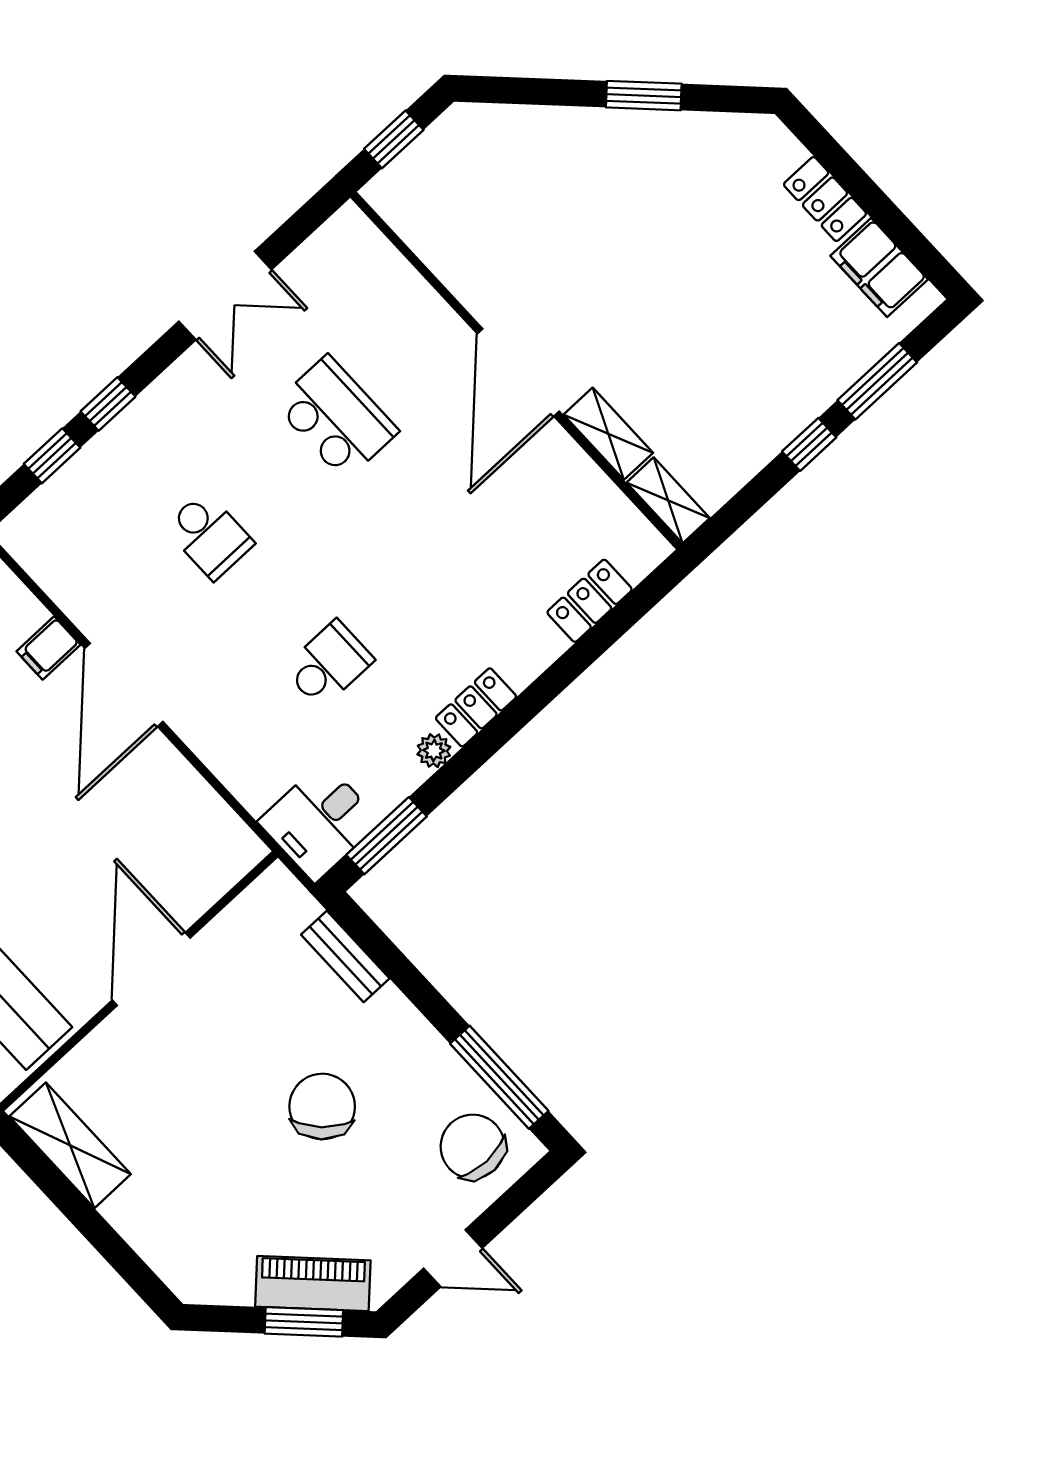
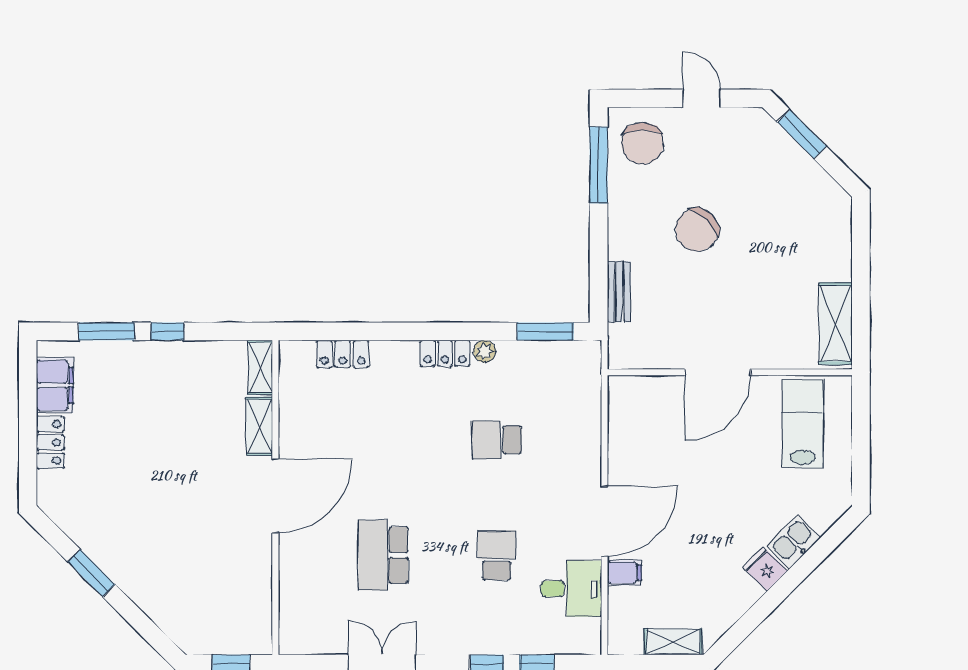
desk: (319, 822) -> (571, 589), moved
piano: (313, 1283) -> (780, 149), removed

